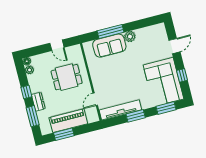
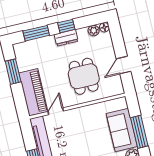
door: (95, 99) -> (56, 111), hinge flipped
dresser: (38, 102) -> (66, 38), moved
piano: (68, 121) -> (33, 92), moved

